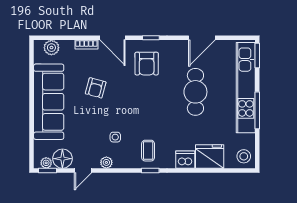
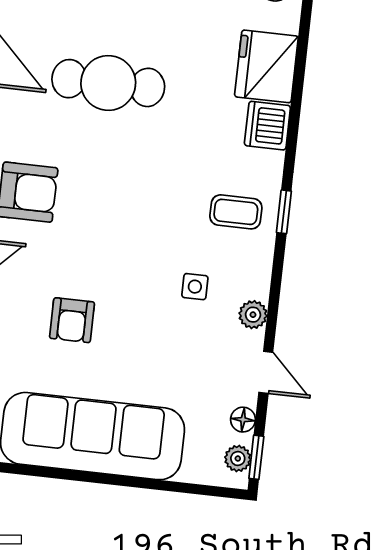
armchair: (96, 88) -> (72, 320), turned 75
floor lamp: (62, 159) -> (243, 420), width x0.53, depth x0.53

